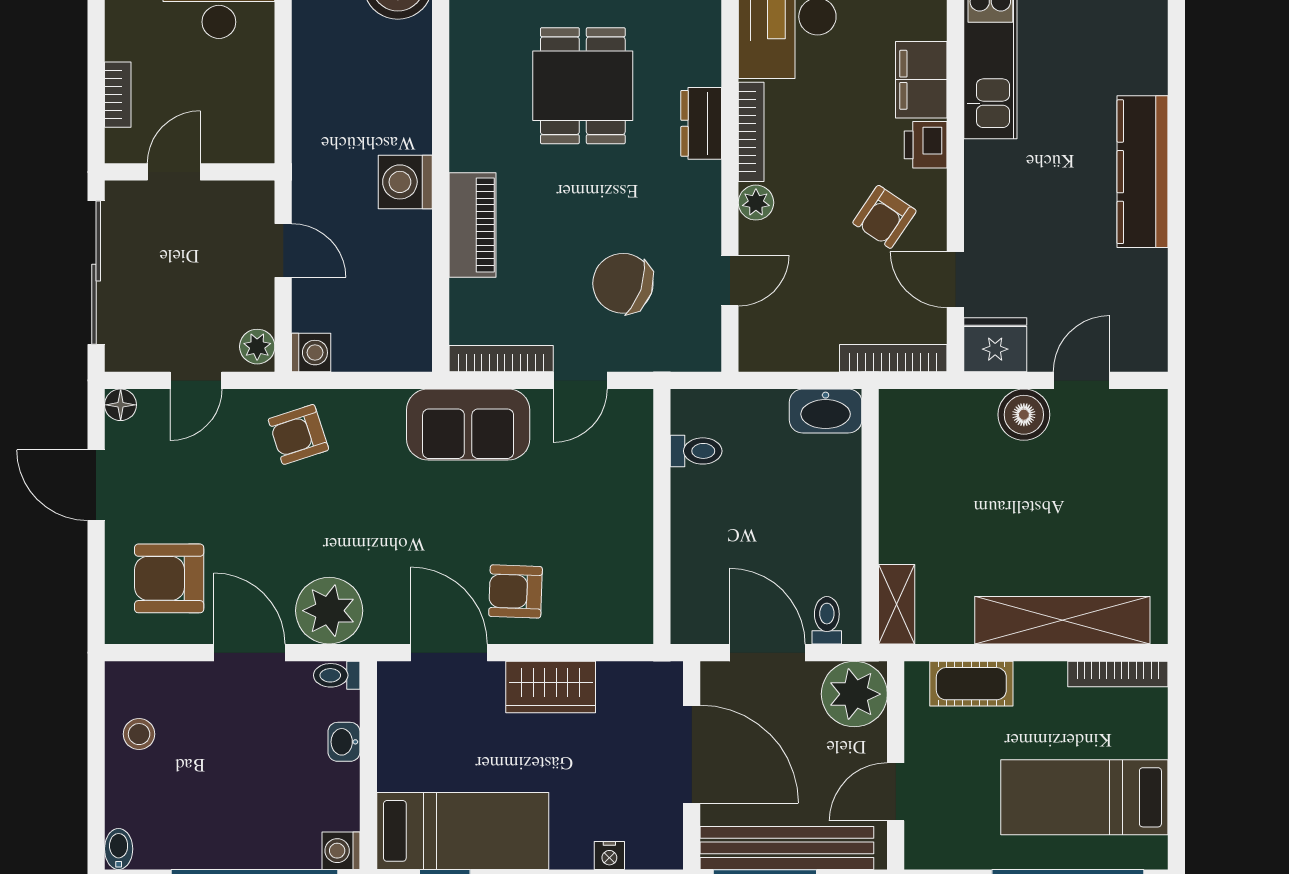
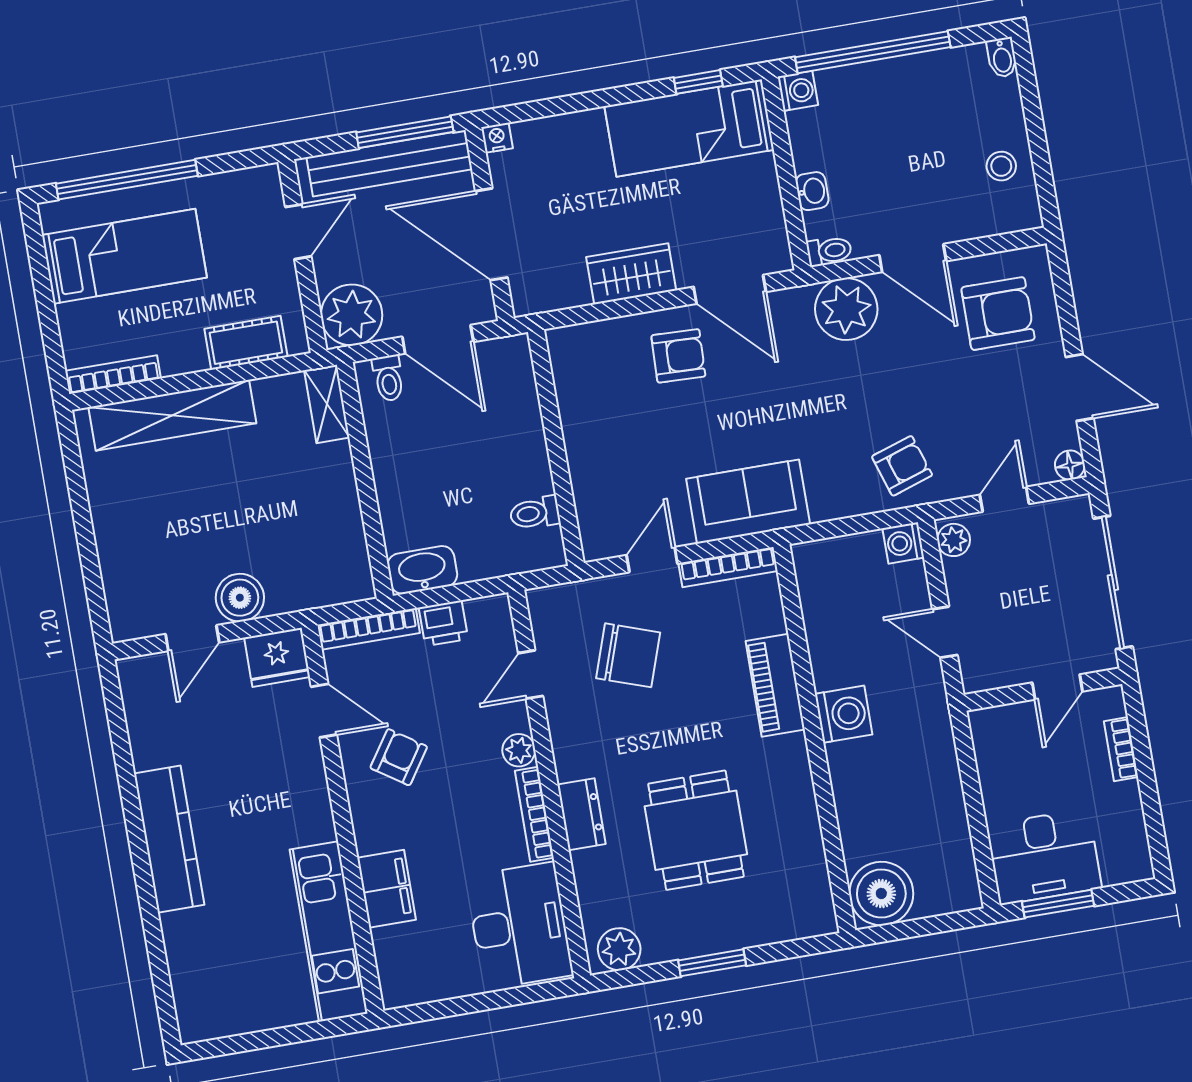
printer: (926, 145) -> (443, 623), moved, turned 90
nightstand: (609, 855) -> (497, 138), moved

